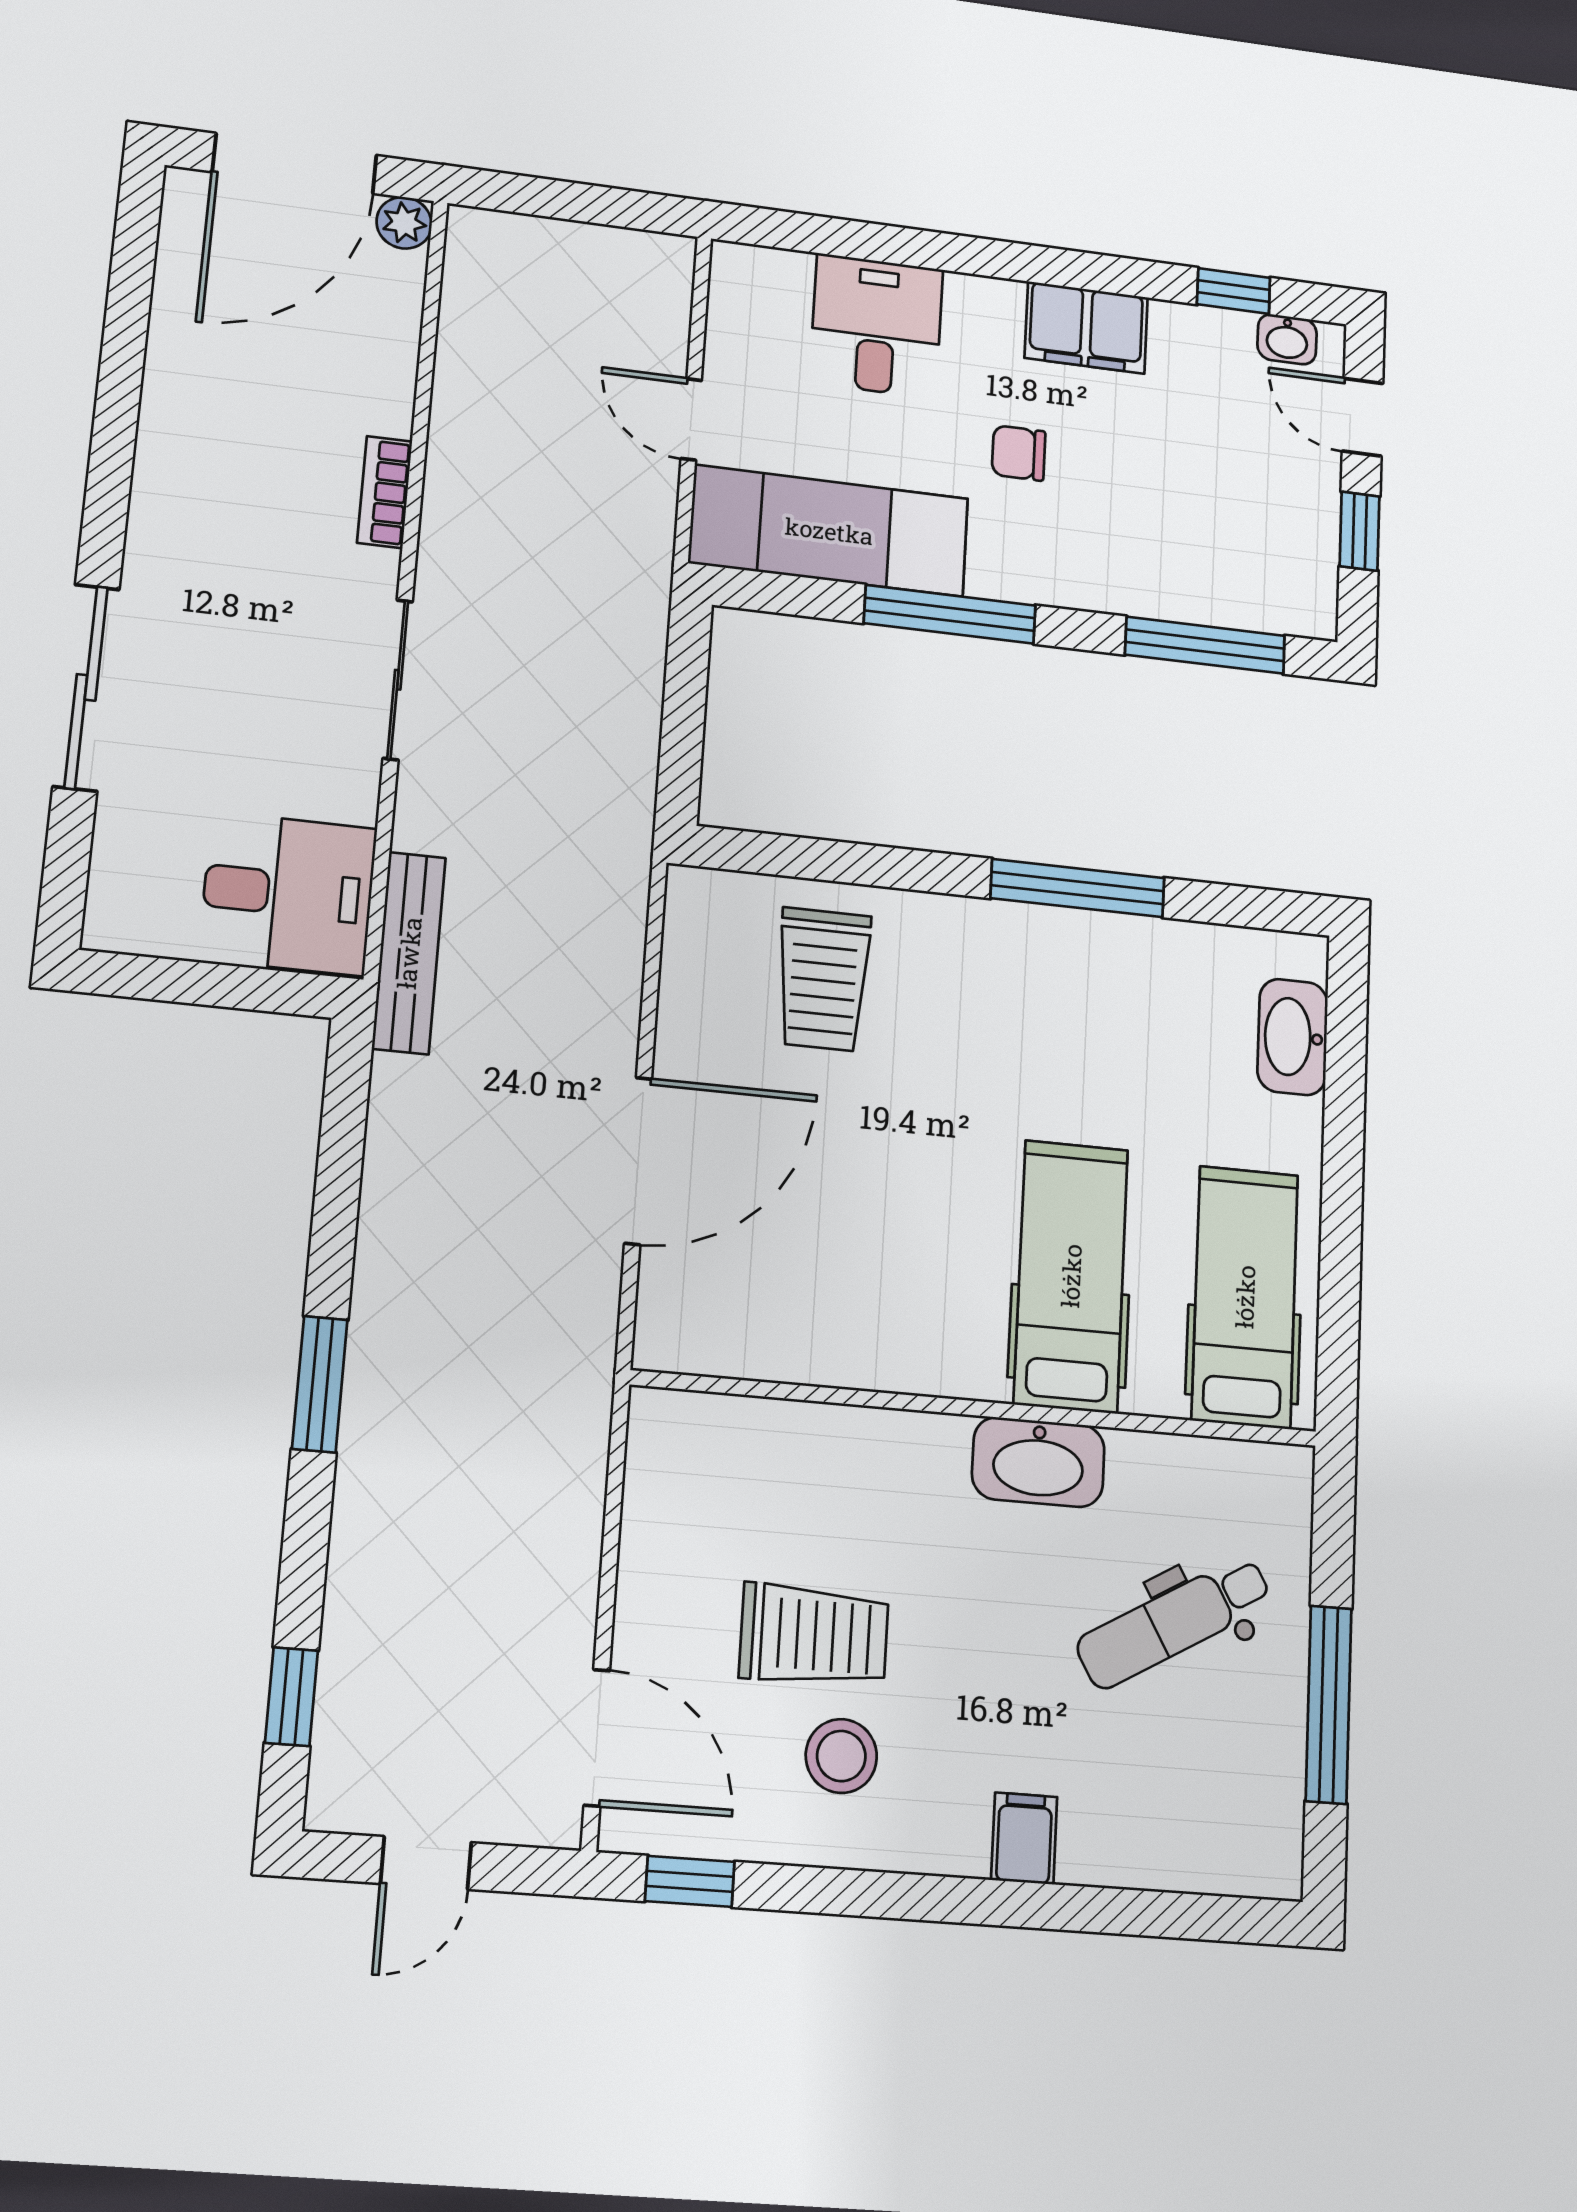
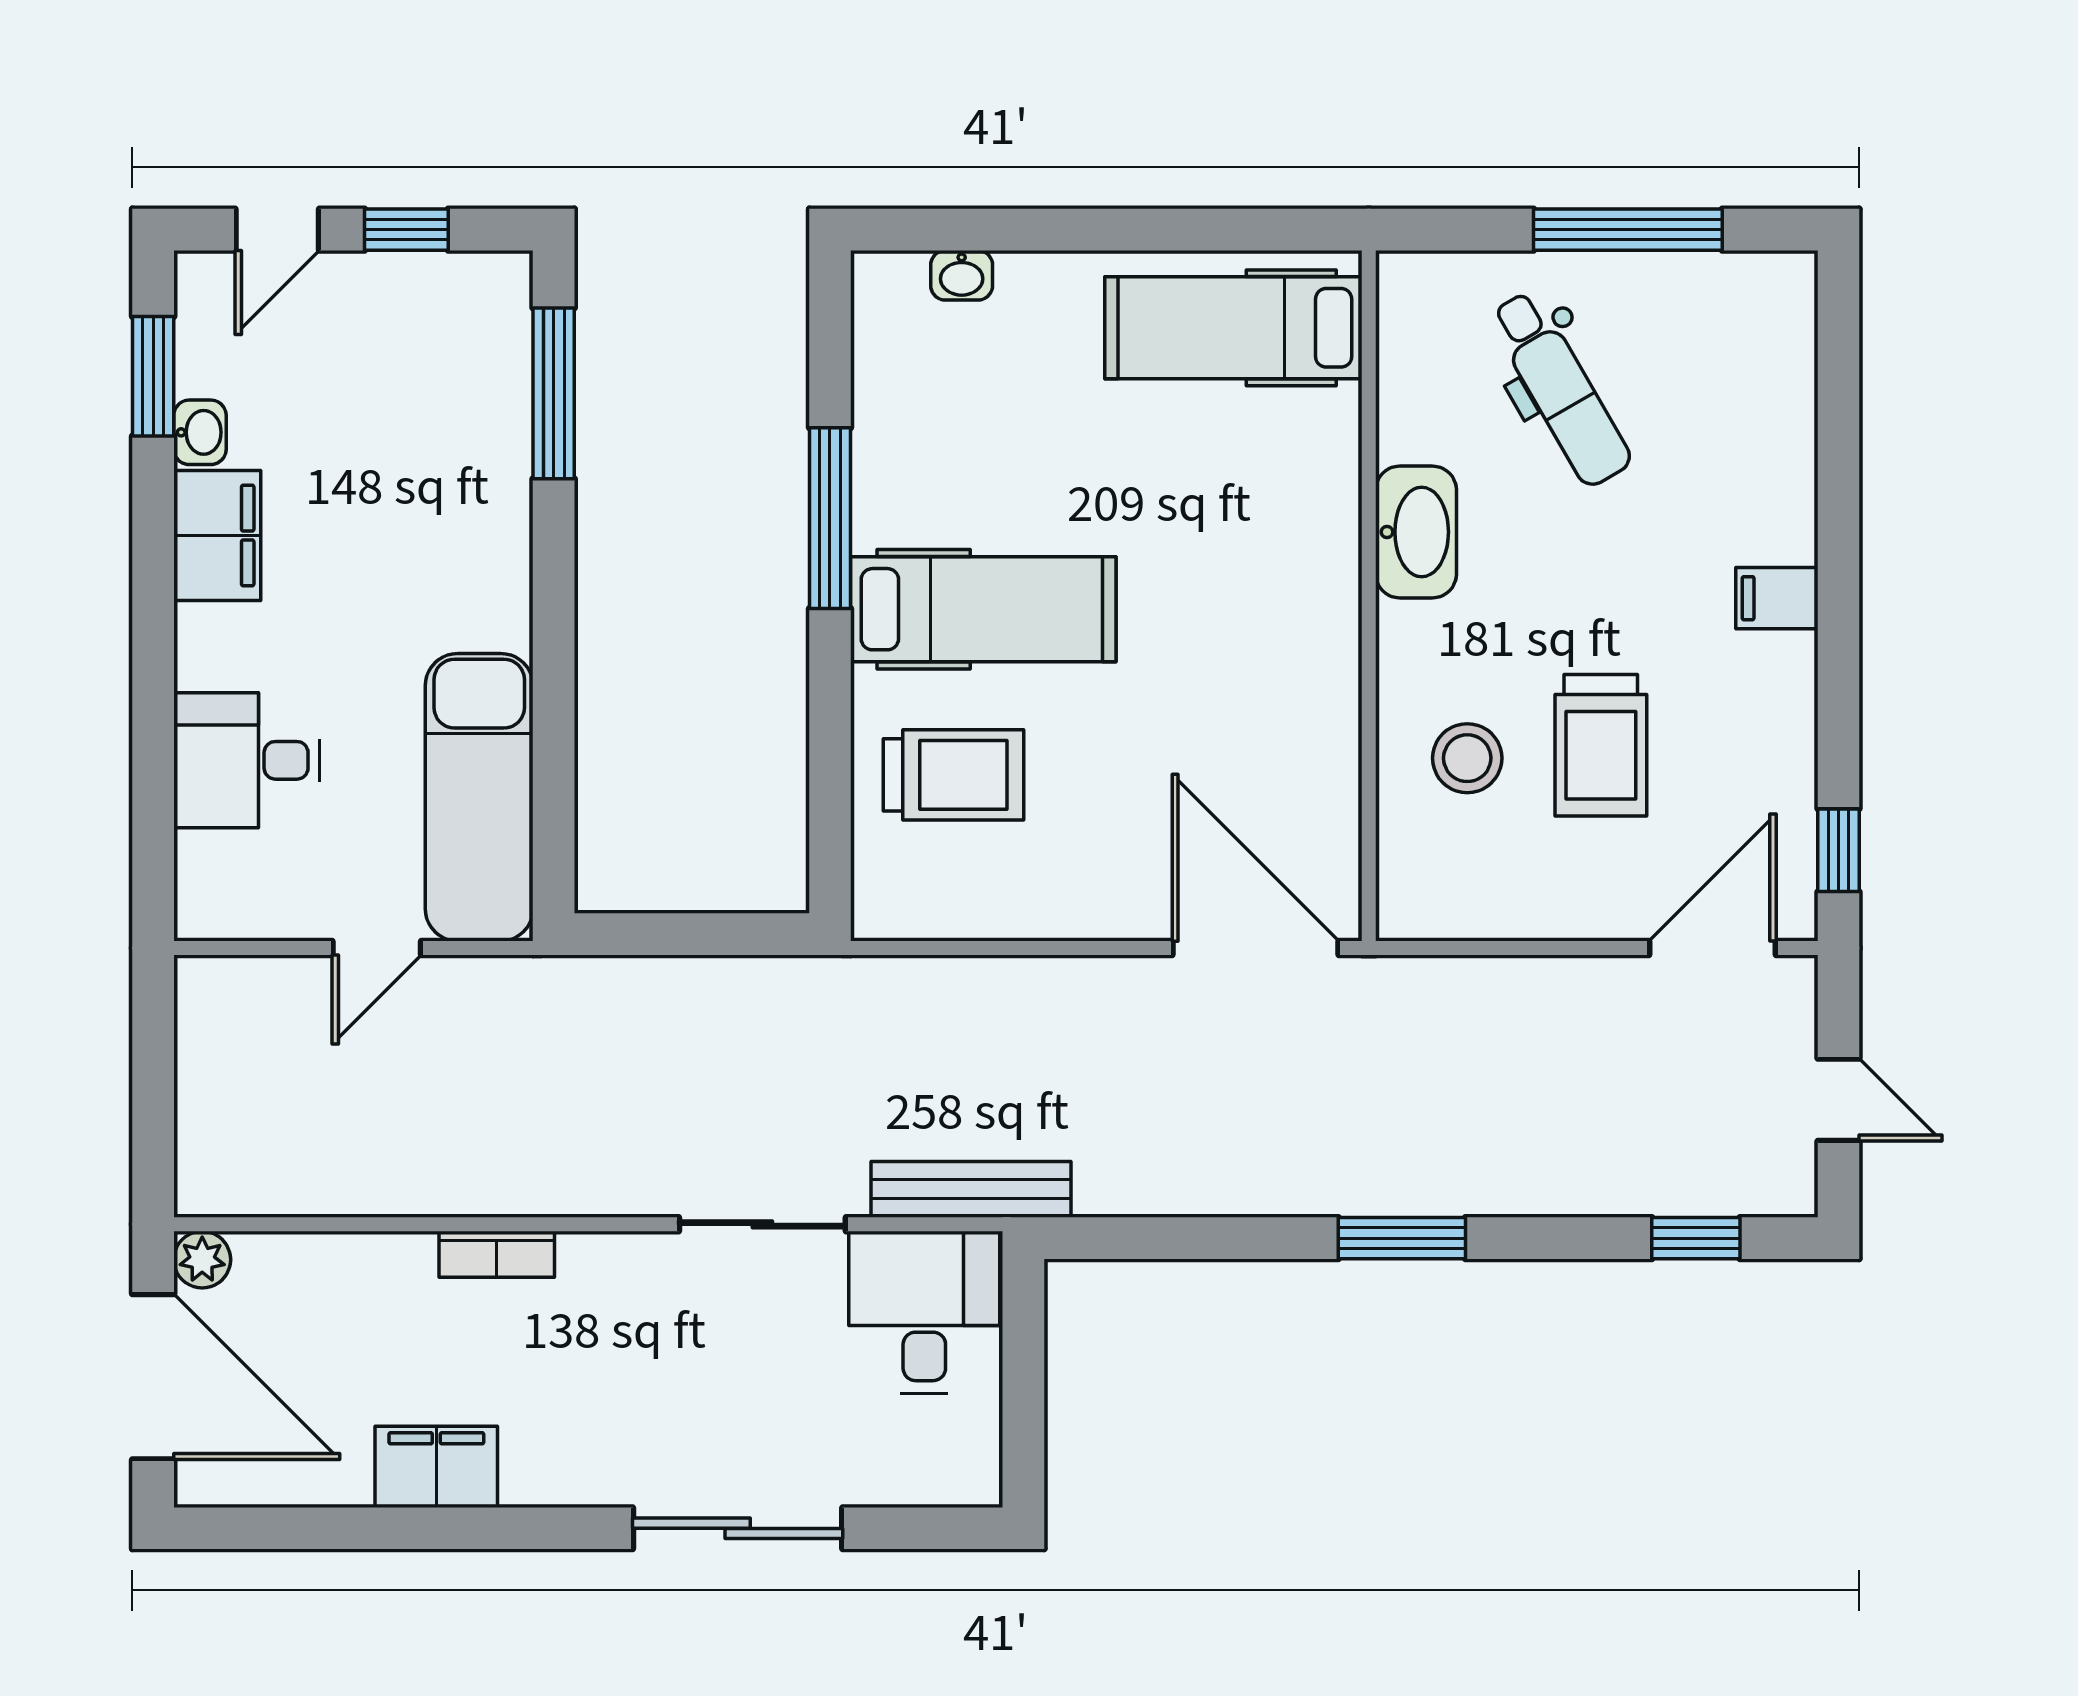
window: (1234, 291) -> (153, 376), width x1.50
washbasin: (1287, 339) -> (200, 432), moved
filing cabinet: (179, 410) -> (436, 1467), added
chair: (1019, 453) -> (368, 602), removed
window: (950, 614) -> (554, 666), removed
sliding door: (398, 680) -> (762, 1224), moved
washbasin: (1293, 1037) -> (962, 275), width x0.52, depth x0.69
door: (638, 1161) -> (1255, 948), moved
hospital bed: (1071, 1276) -> (983, 609), moved, turned 180
trolley: (814, 1635) -> (1601, 745), turned 180
stool: (841, 1756) -> (1467, 758), moved
filing cabinet: (1024, 1838) -> (1777, 598), moved

